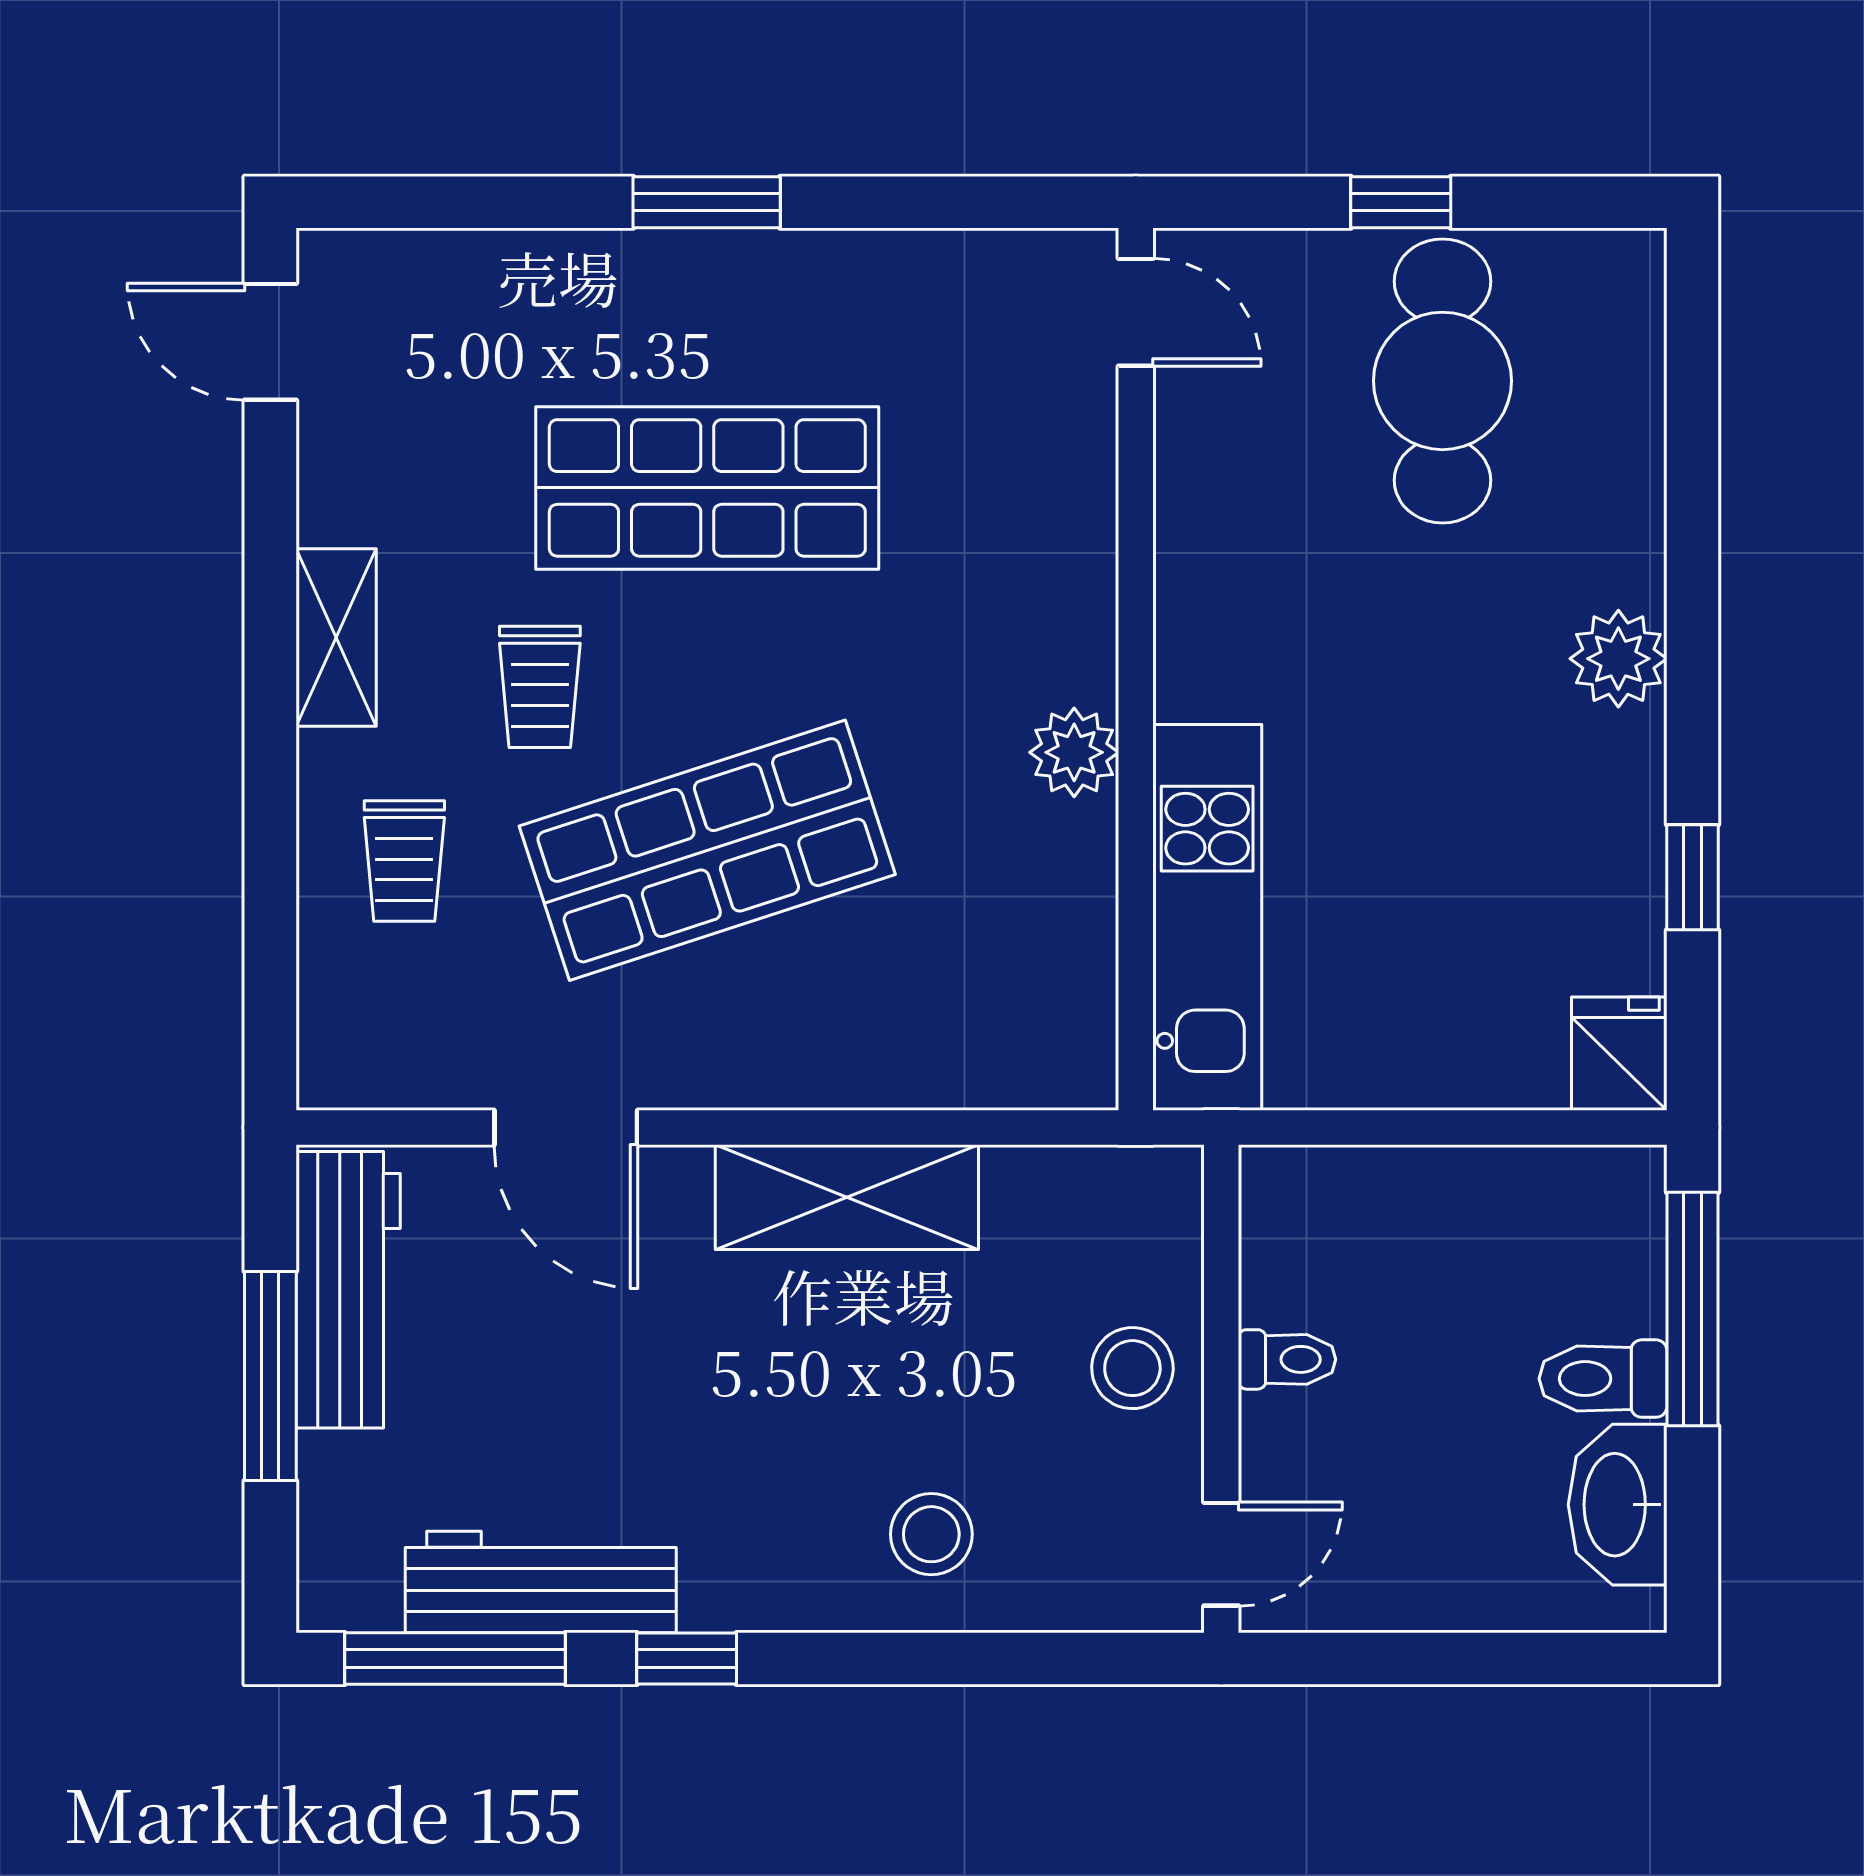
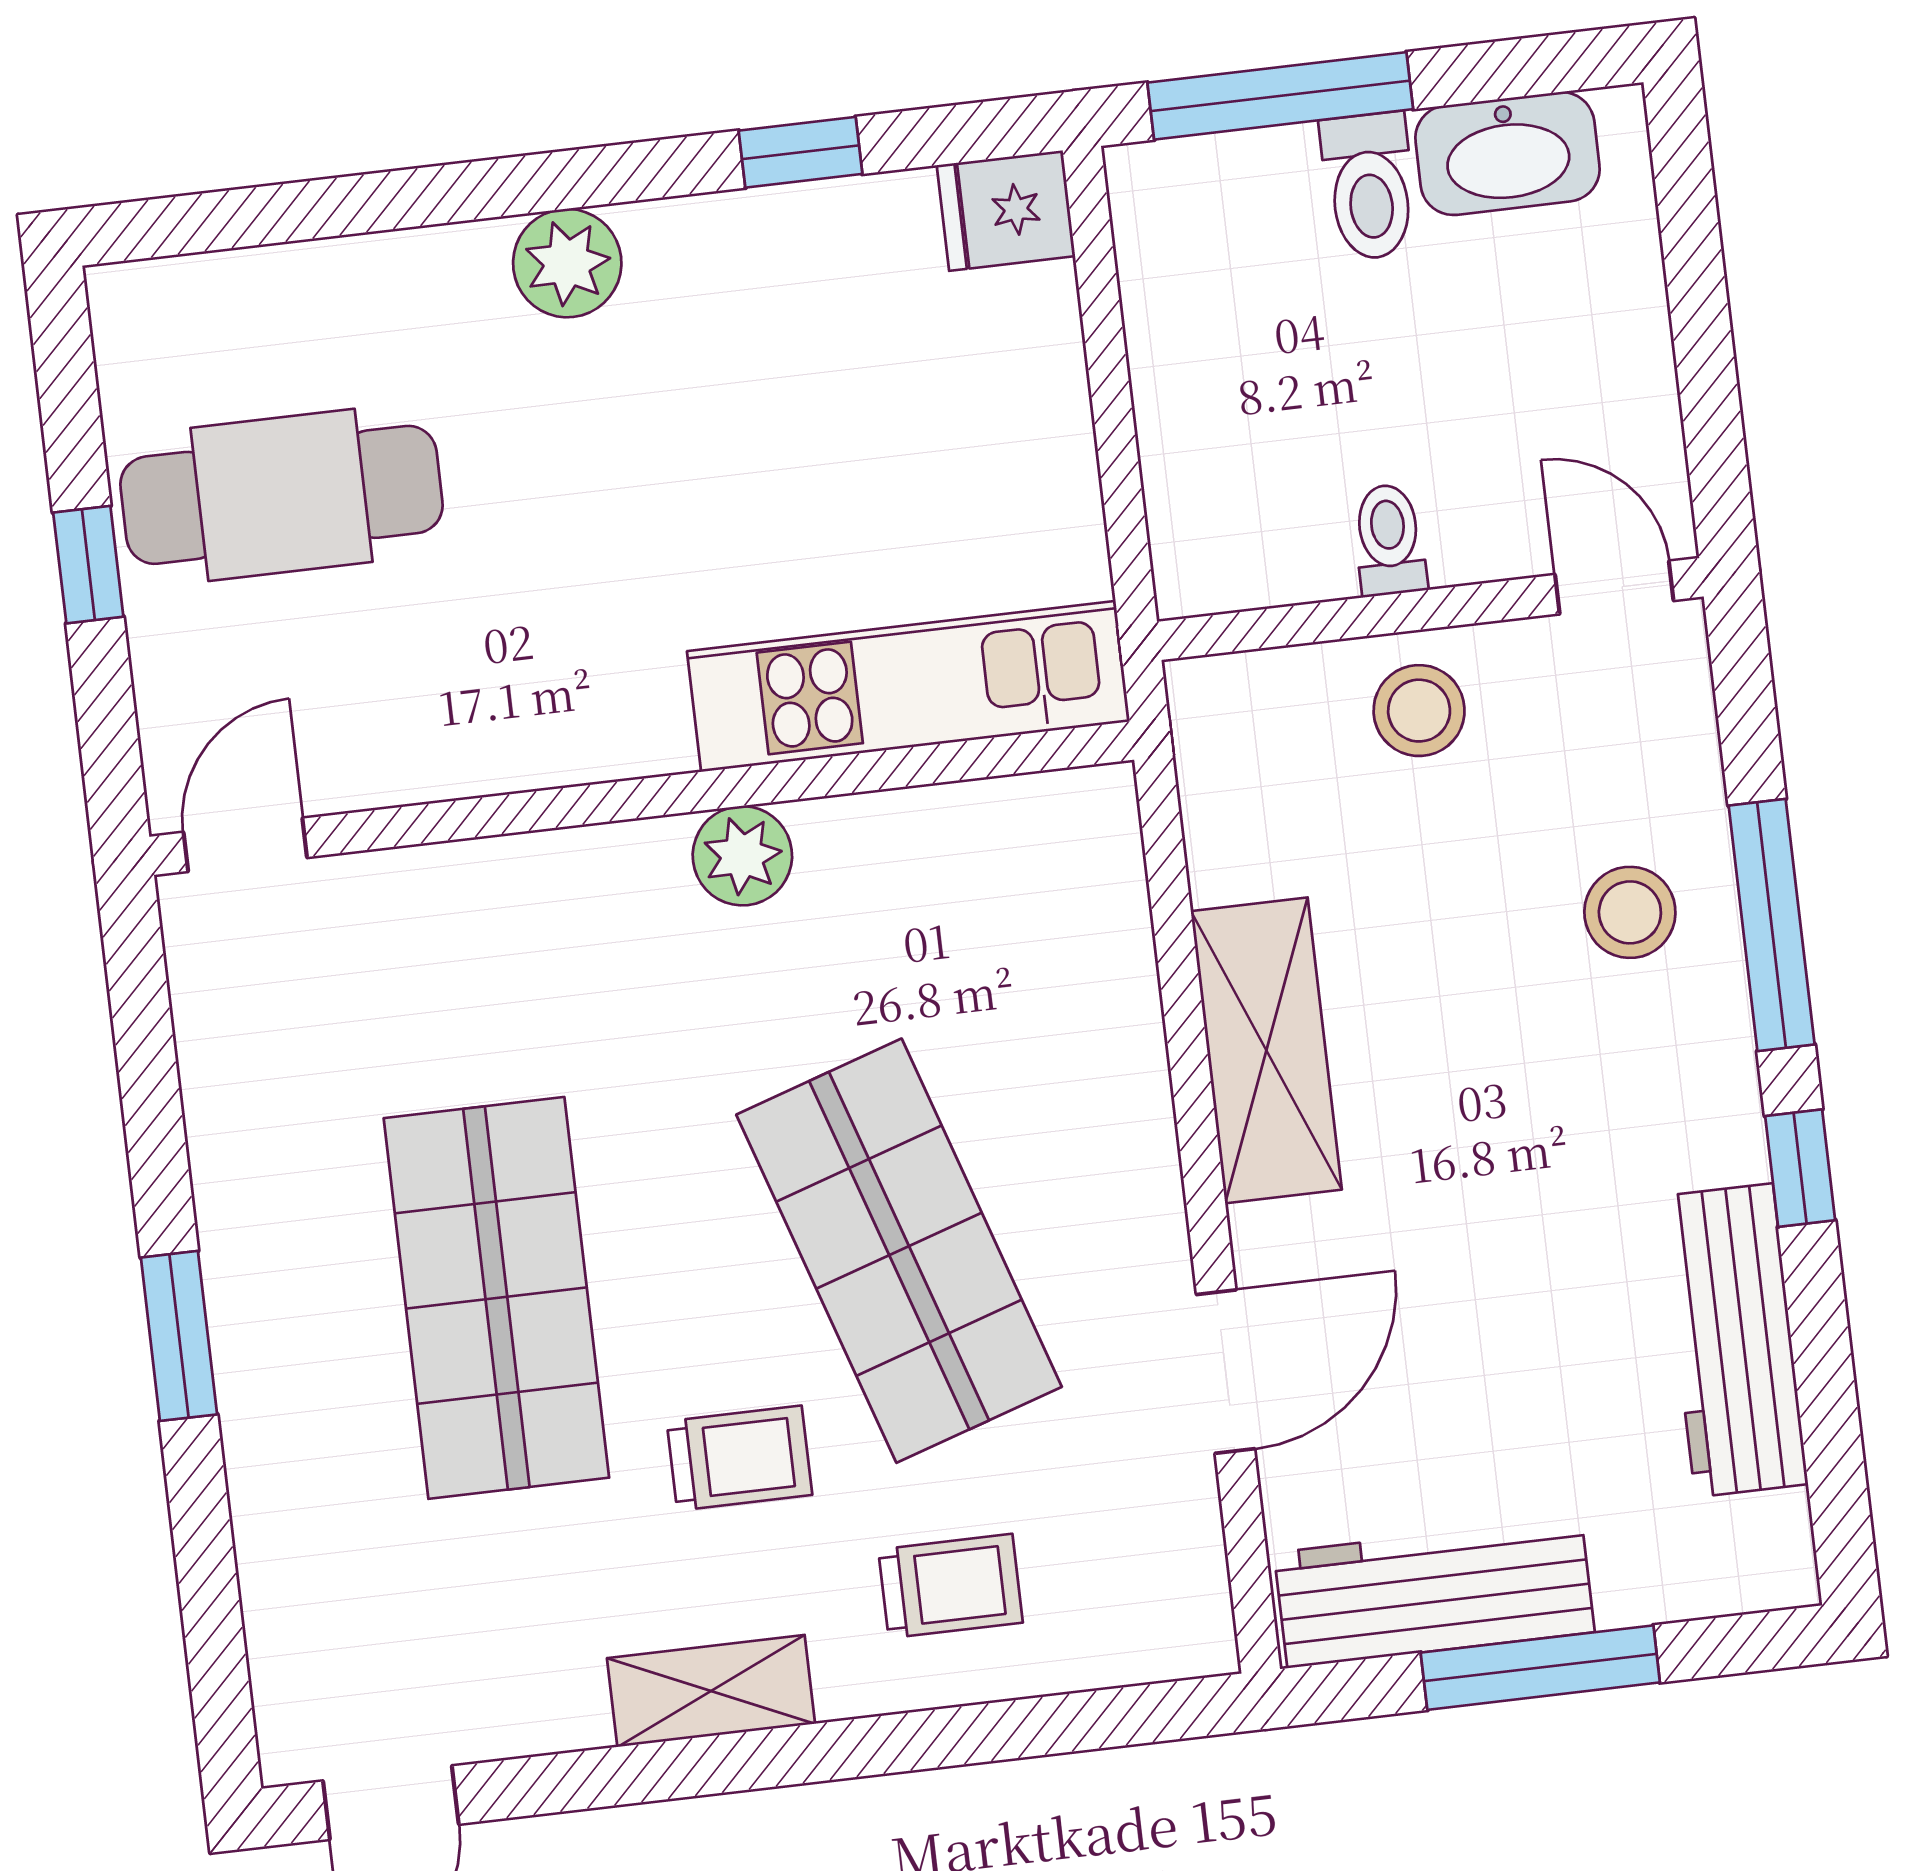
window: (455, 1659) -> (1772, 925), moved

